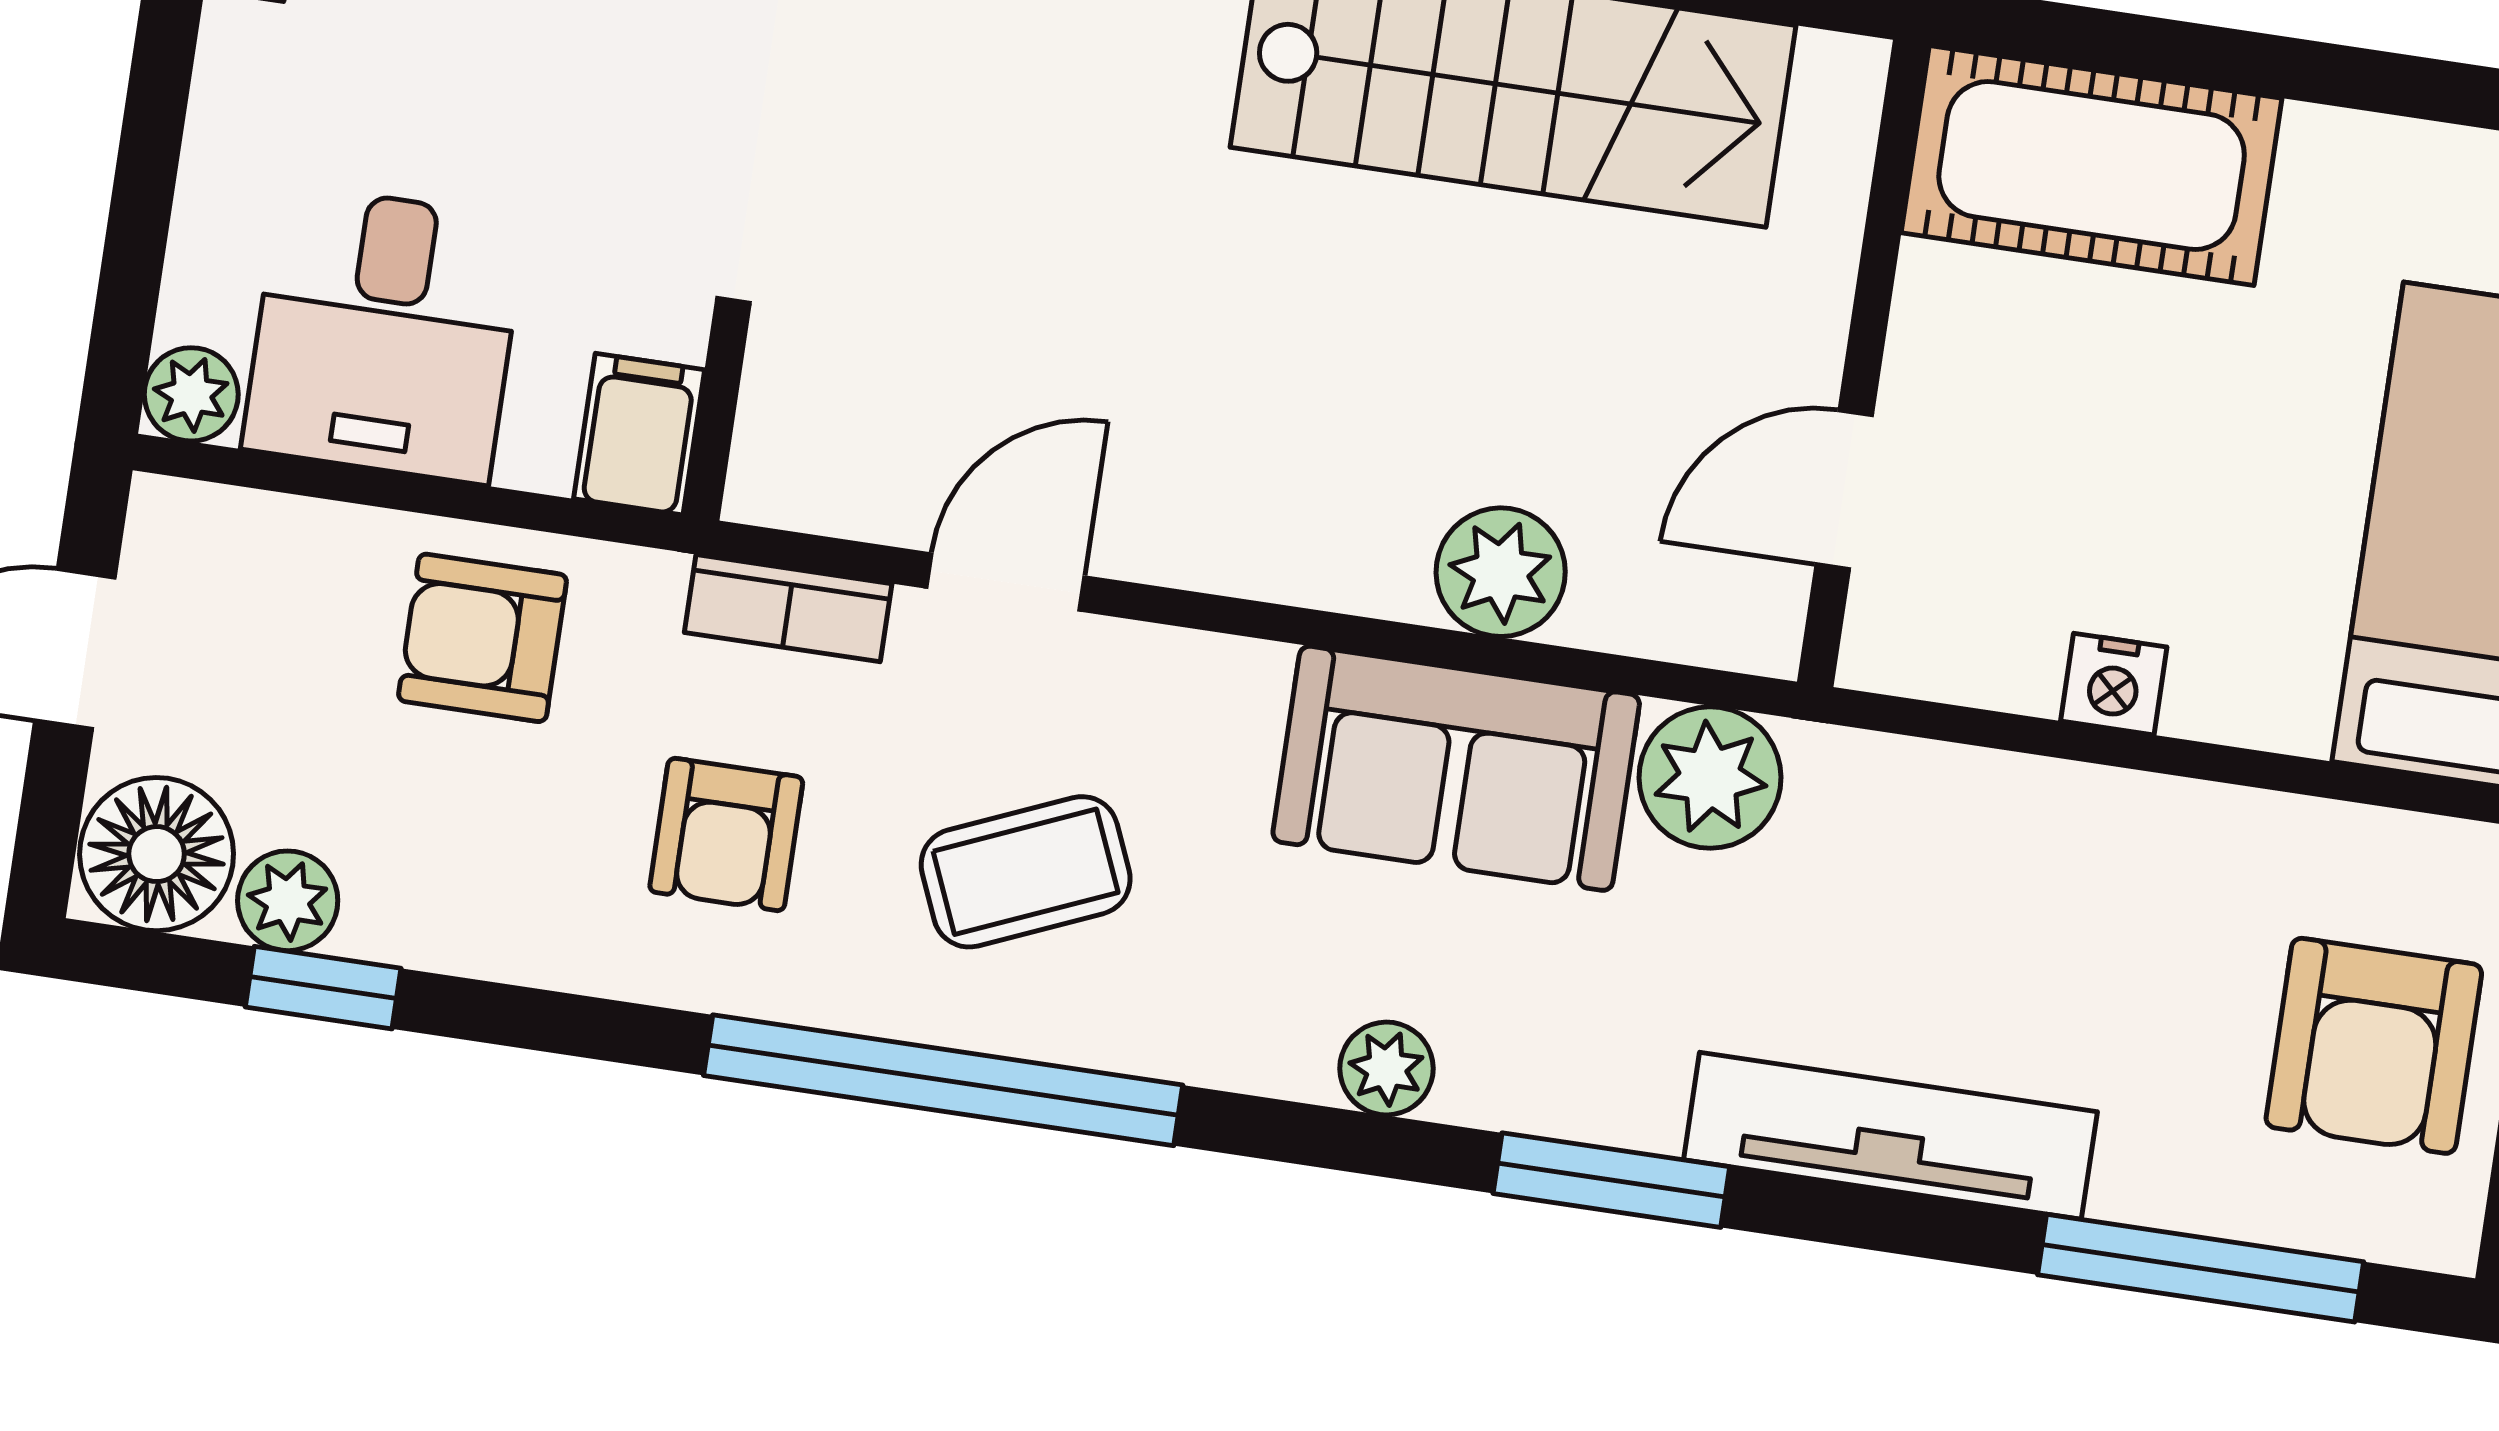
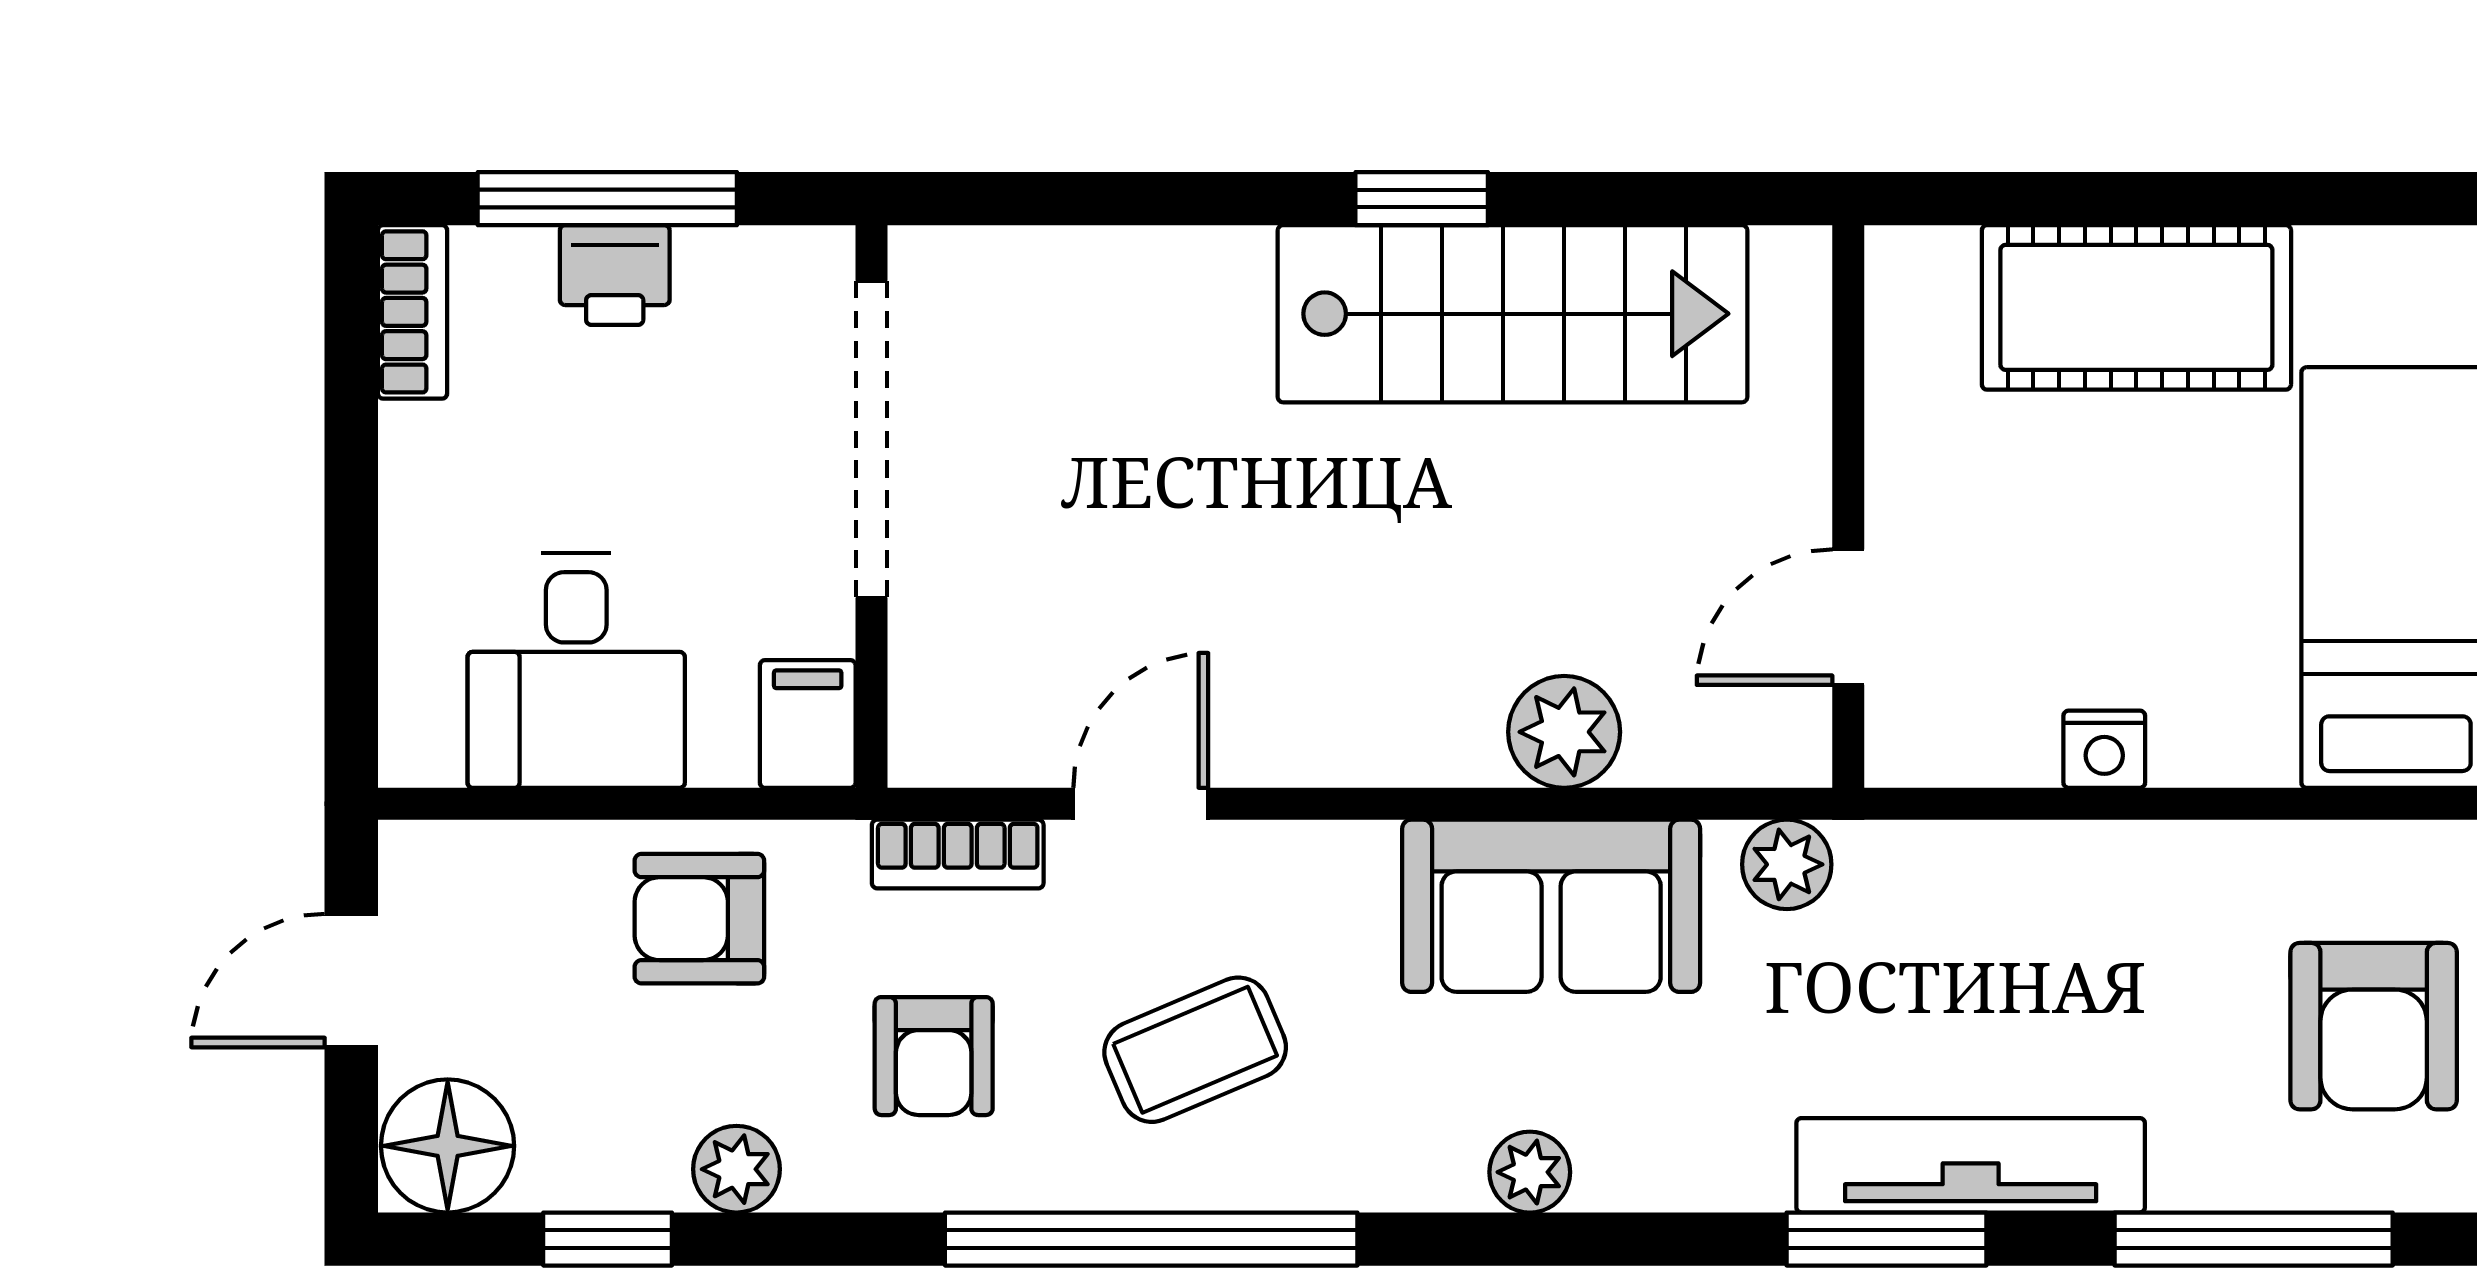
cot: (2092, 166) -> (2136, 307), moved
plant: (191, 394) -> (418, 747), removed
plant: (1710, 778) -> (1787, 864), width x0.73, depth x0.73
plant: (288, 901) -> (736, 1169), moved
window: (1611, 1180) -> (1886, 1239), moved

